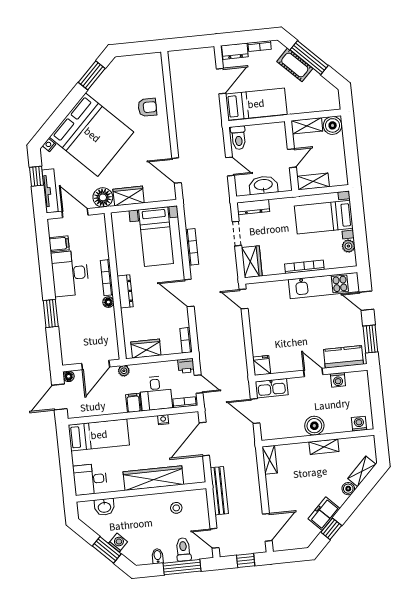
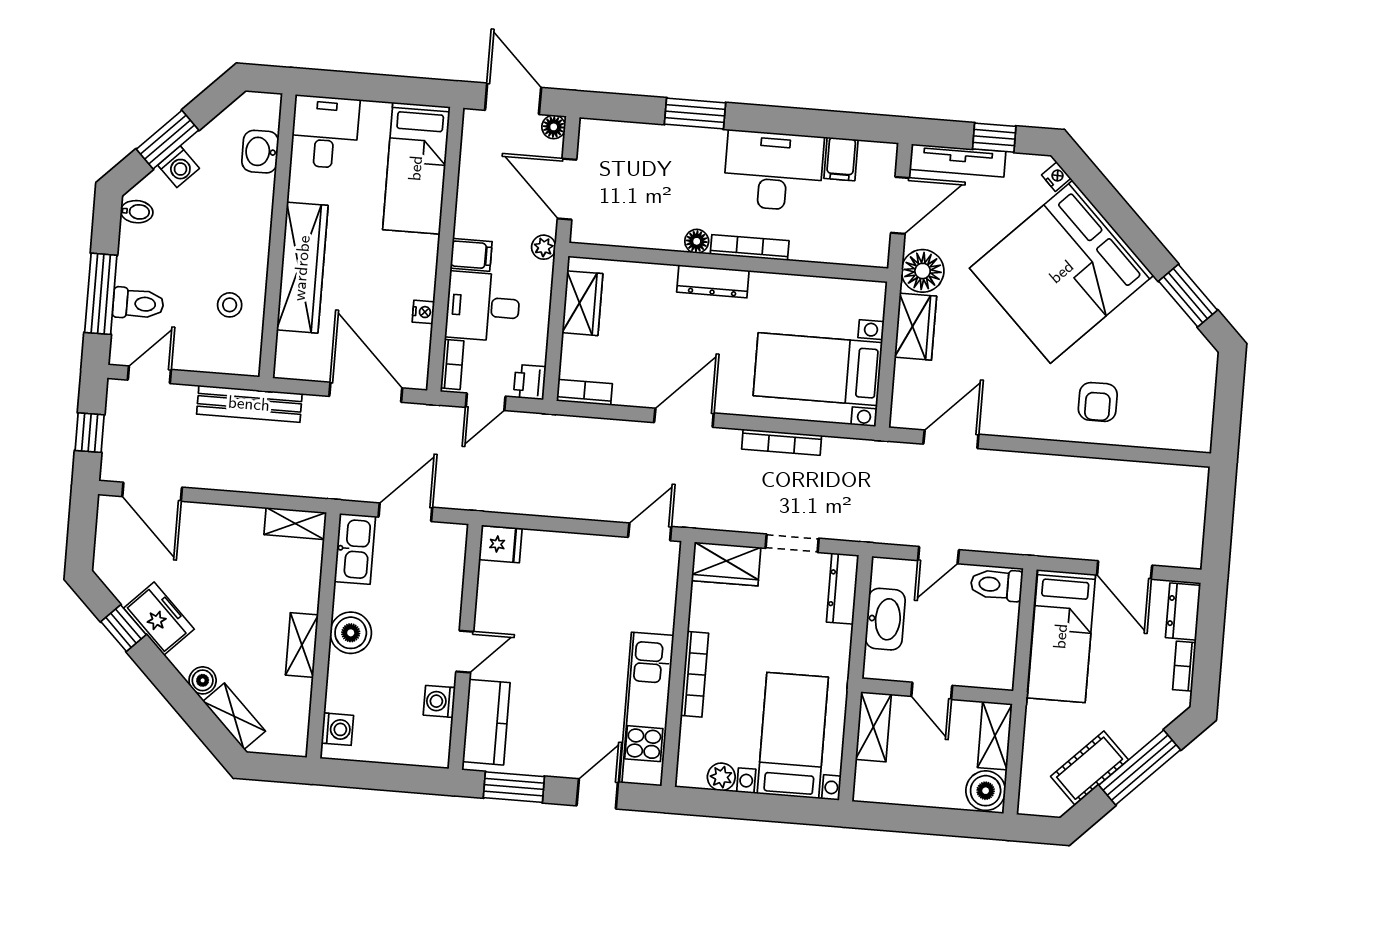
cot: (295, 65) -> (1090, 768), moved
kitchen sink: (272, 388) -> (355, 549), moved, turned 180
bidet: (158, 556) -> (137, 212), moved

